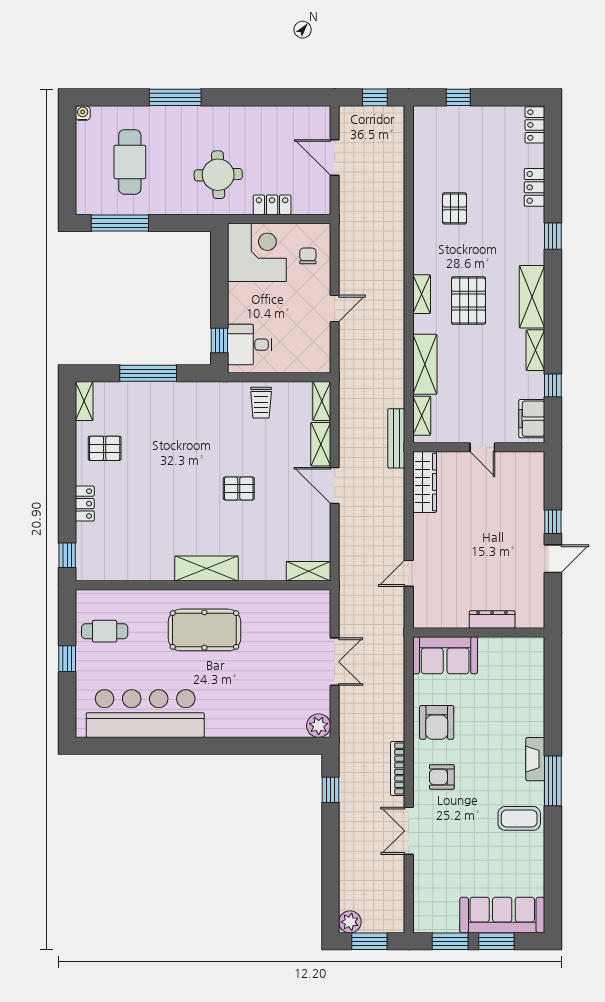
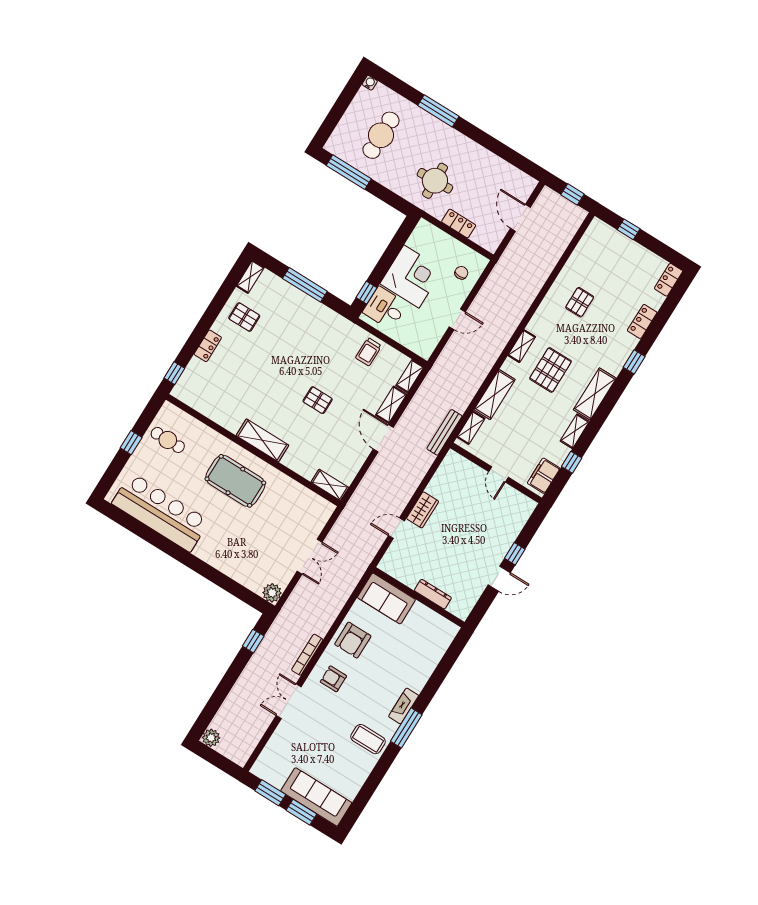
corner desk: (257, 252) -> (411, 277), moved
wardrobe: (425, 482) -> (423, 510), moved, width x0.67
window: (369, 941) -> (216, 759), removed

